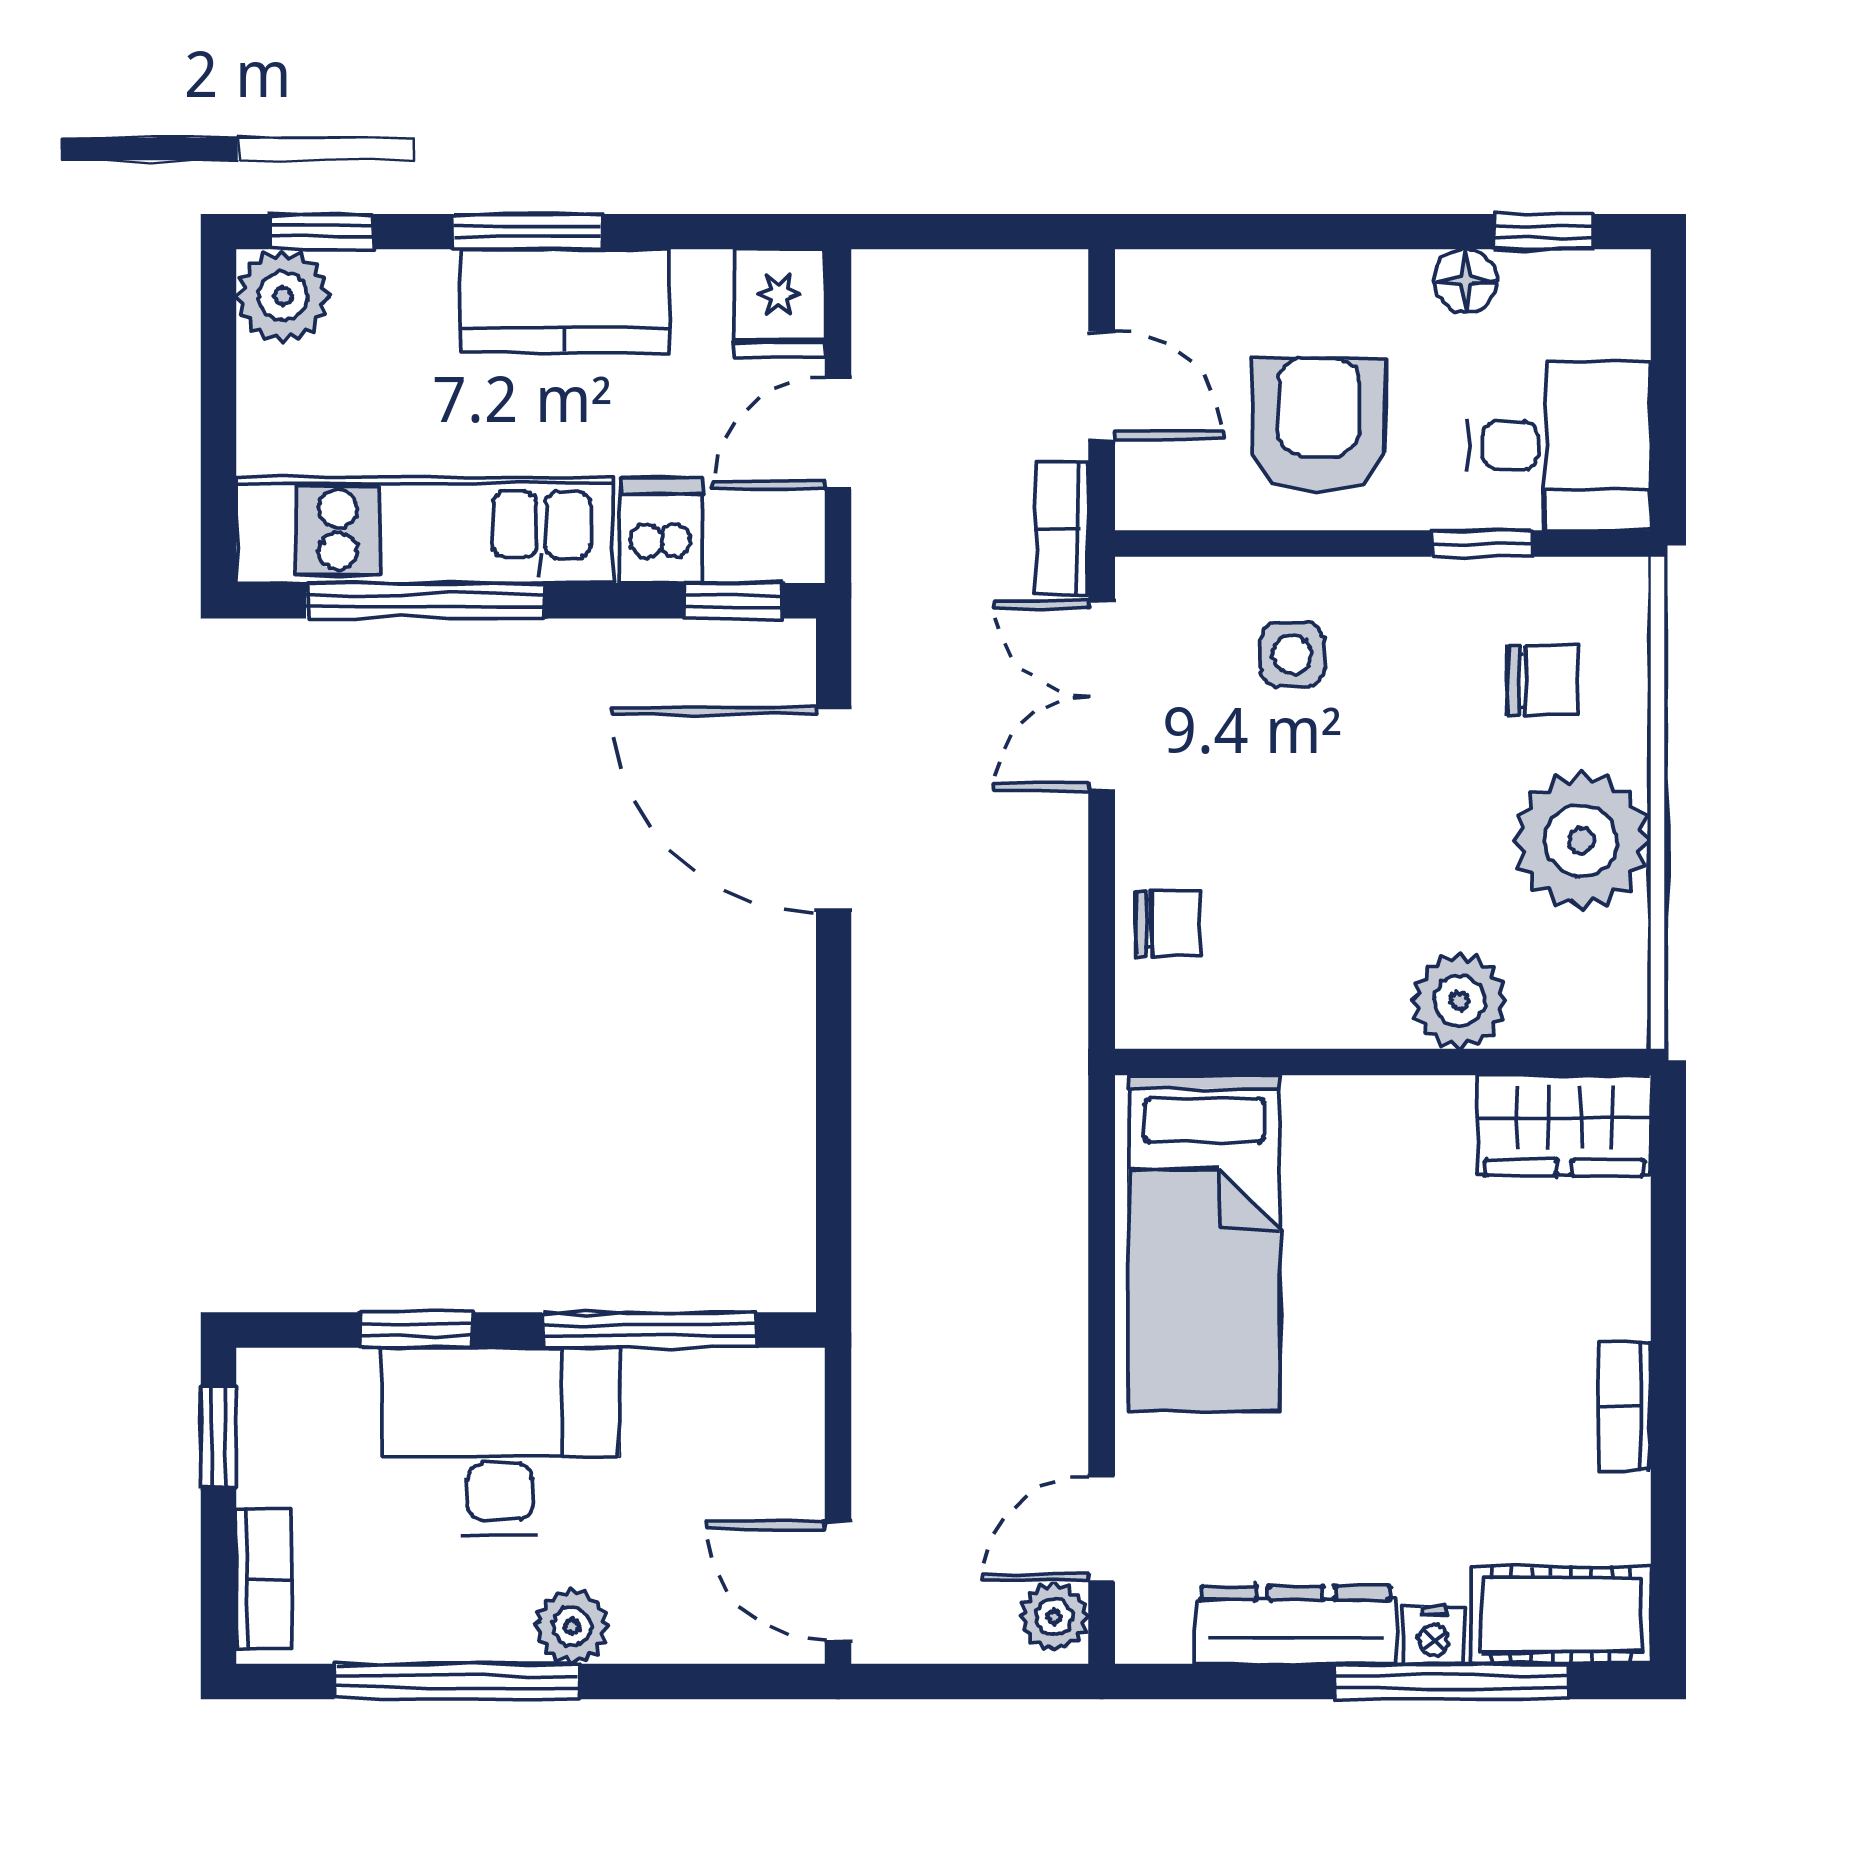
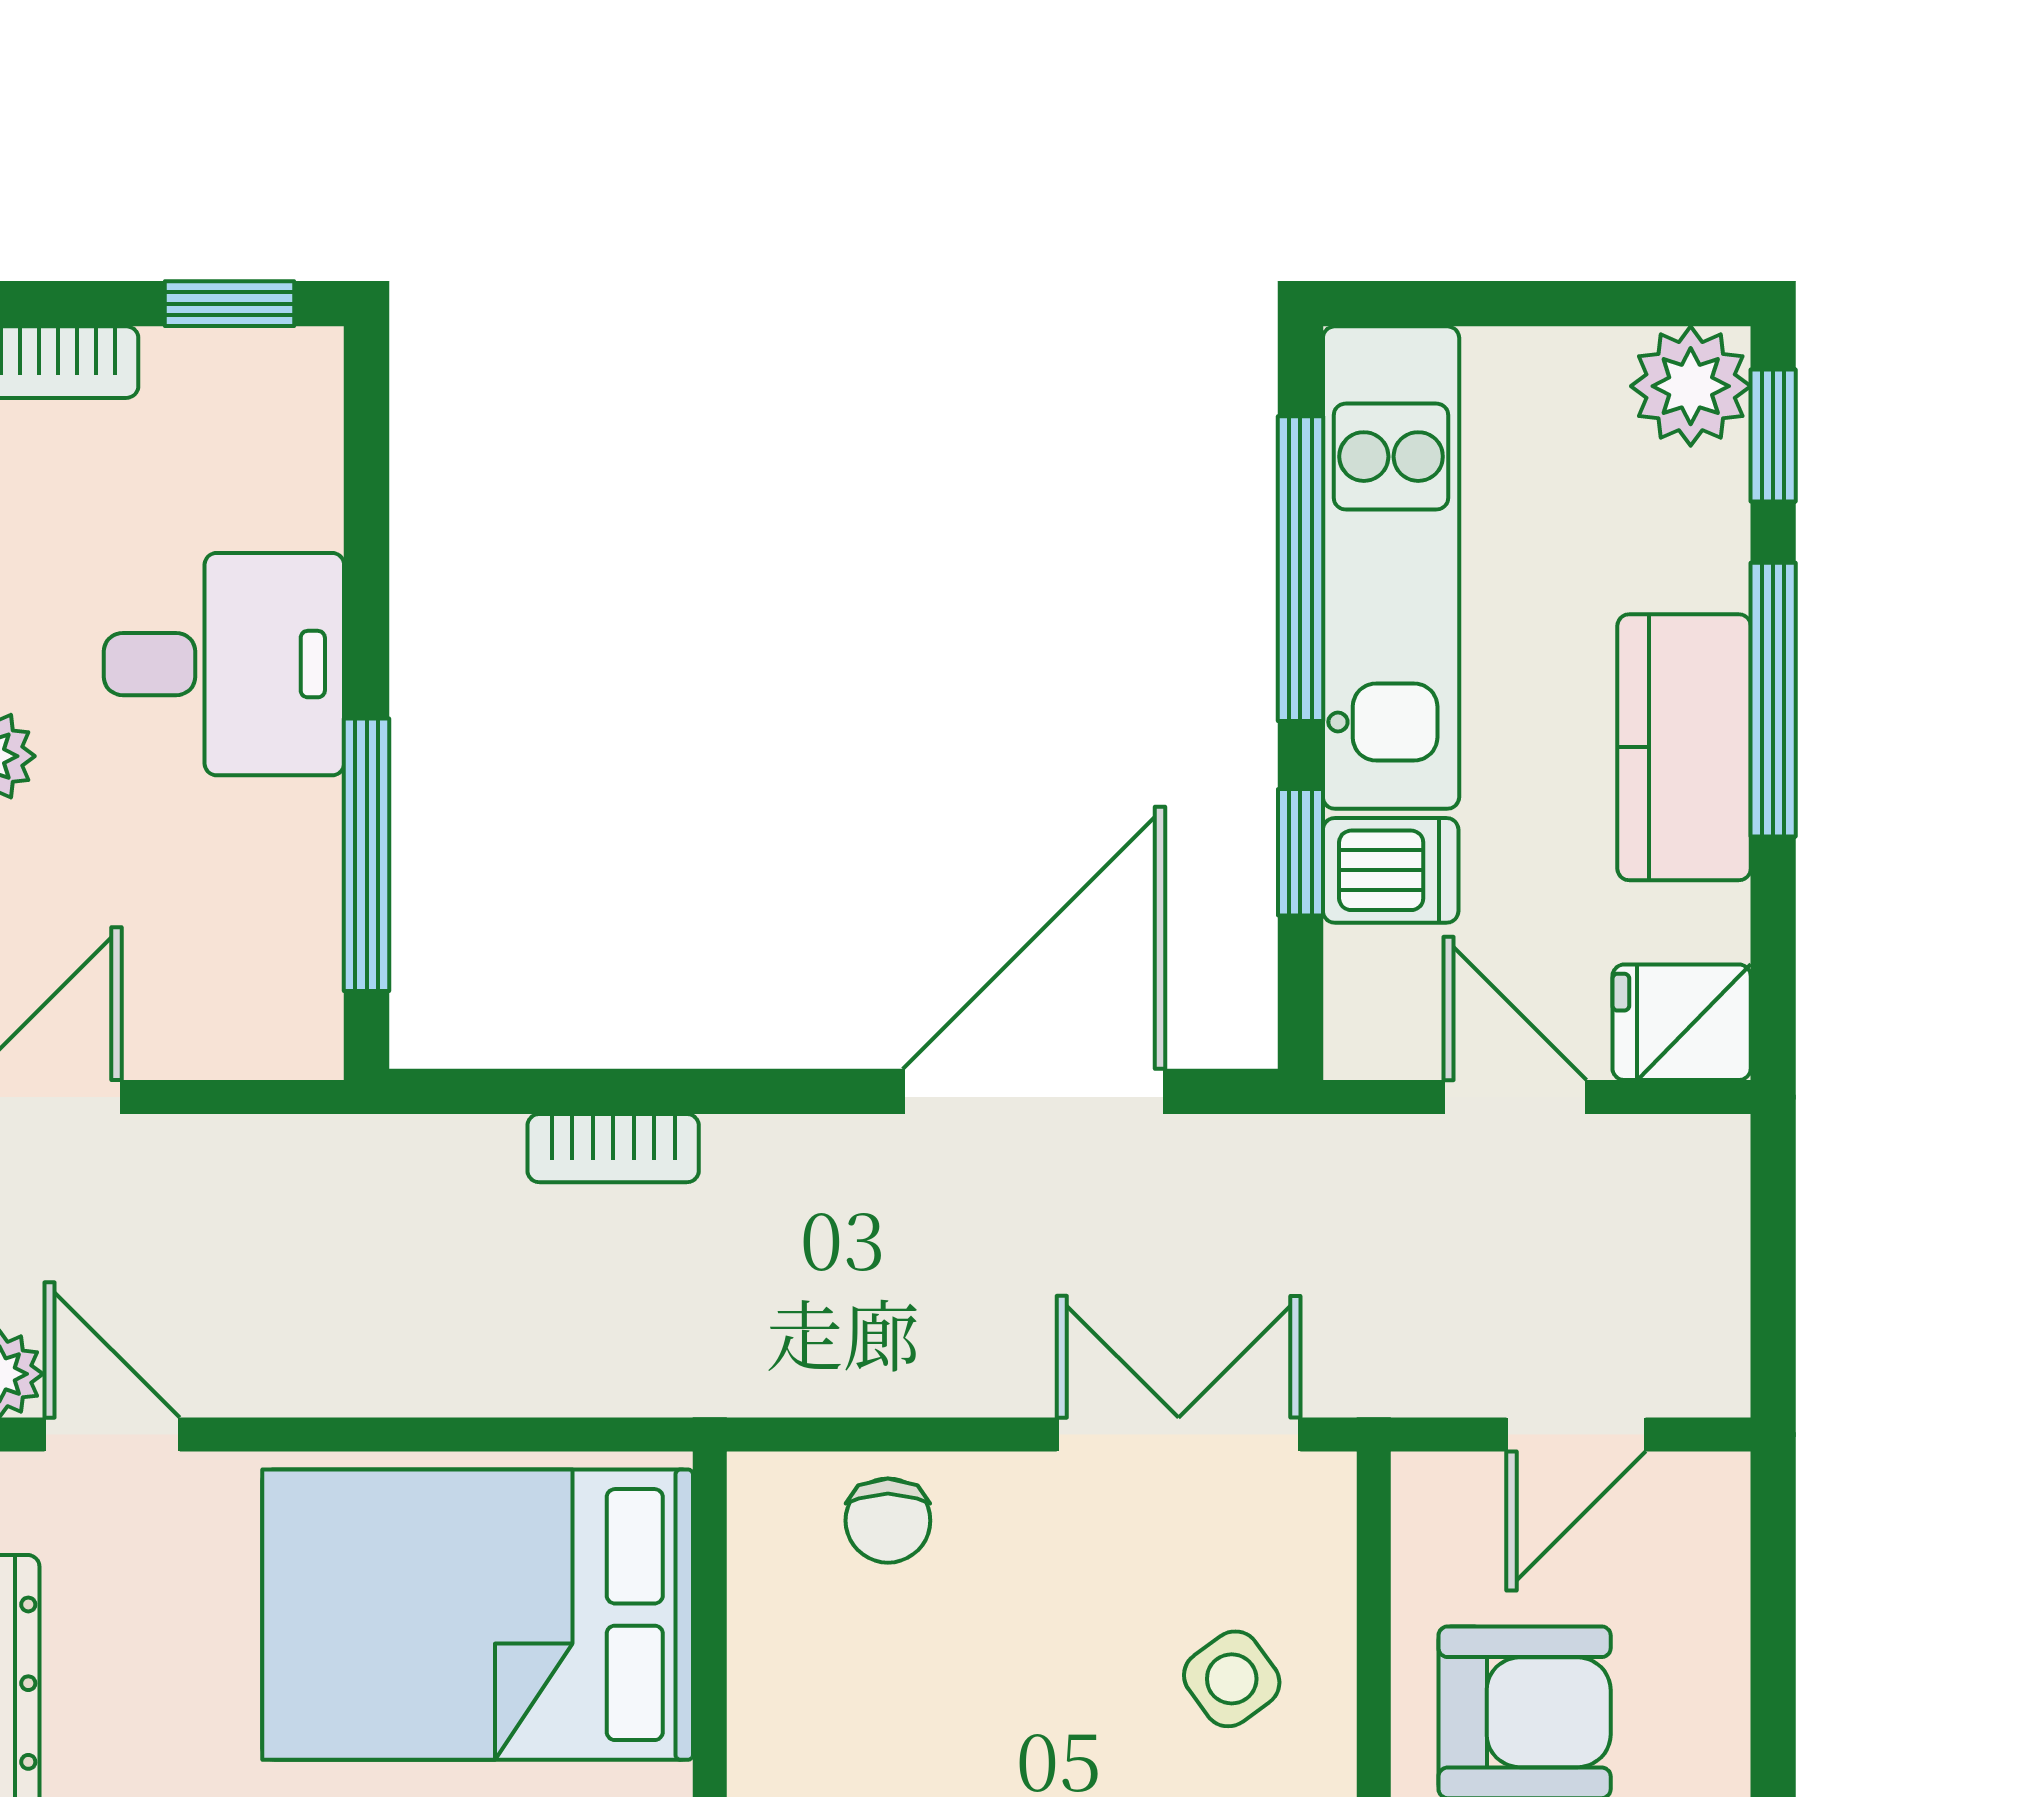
window: (528, 232) -> (1773, 700), width x1.44
bookcase: (1062, 529) -> (613, 1148), moved, turned 180
window: (733, 601) -> (1300, 852), moved
side table: (1292, 654) -> (1232, 1679), turned -36
bed: (1204, 1243) -> (478, 1615), width x1.50
window: (417, 1330) -> (367, 558), removed
desk: (500, 1441) -> (224, 664), width x0.73

